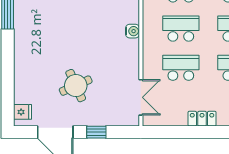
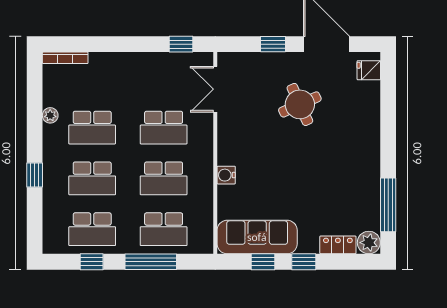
locker: (202, 119) -> (136, 62), removed
window: (167, 132) -> (181, 44), added

